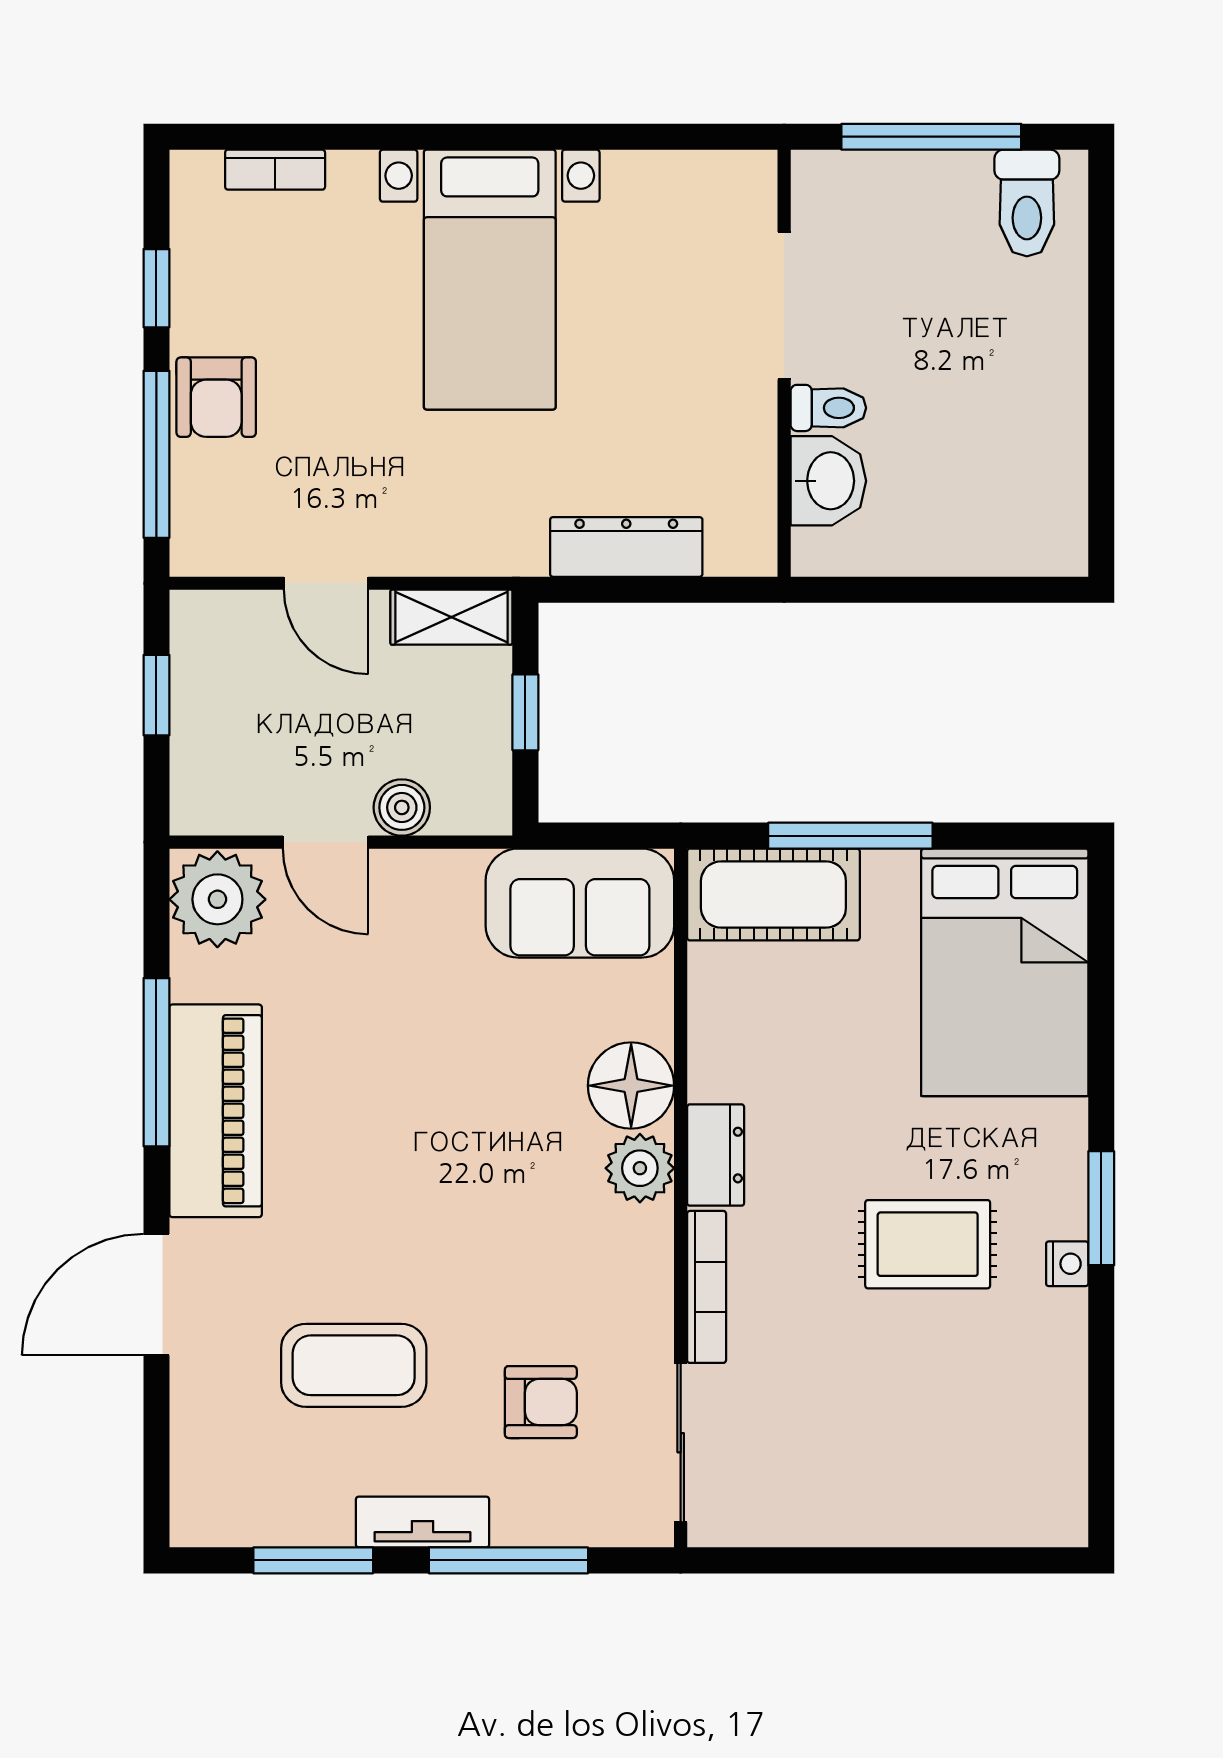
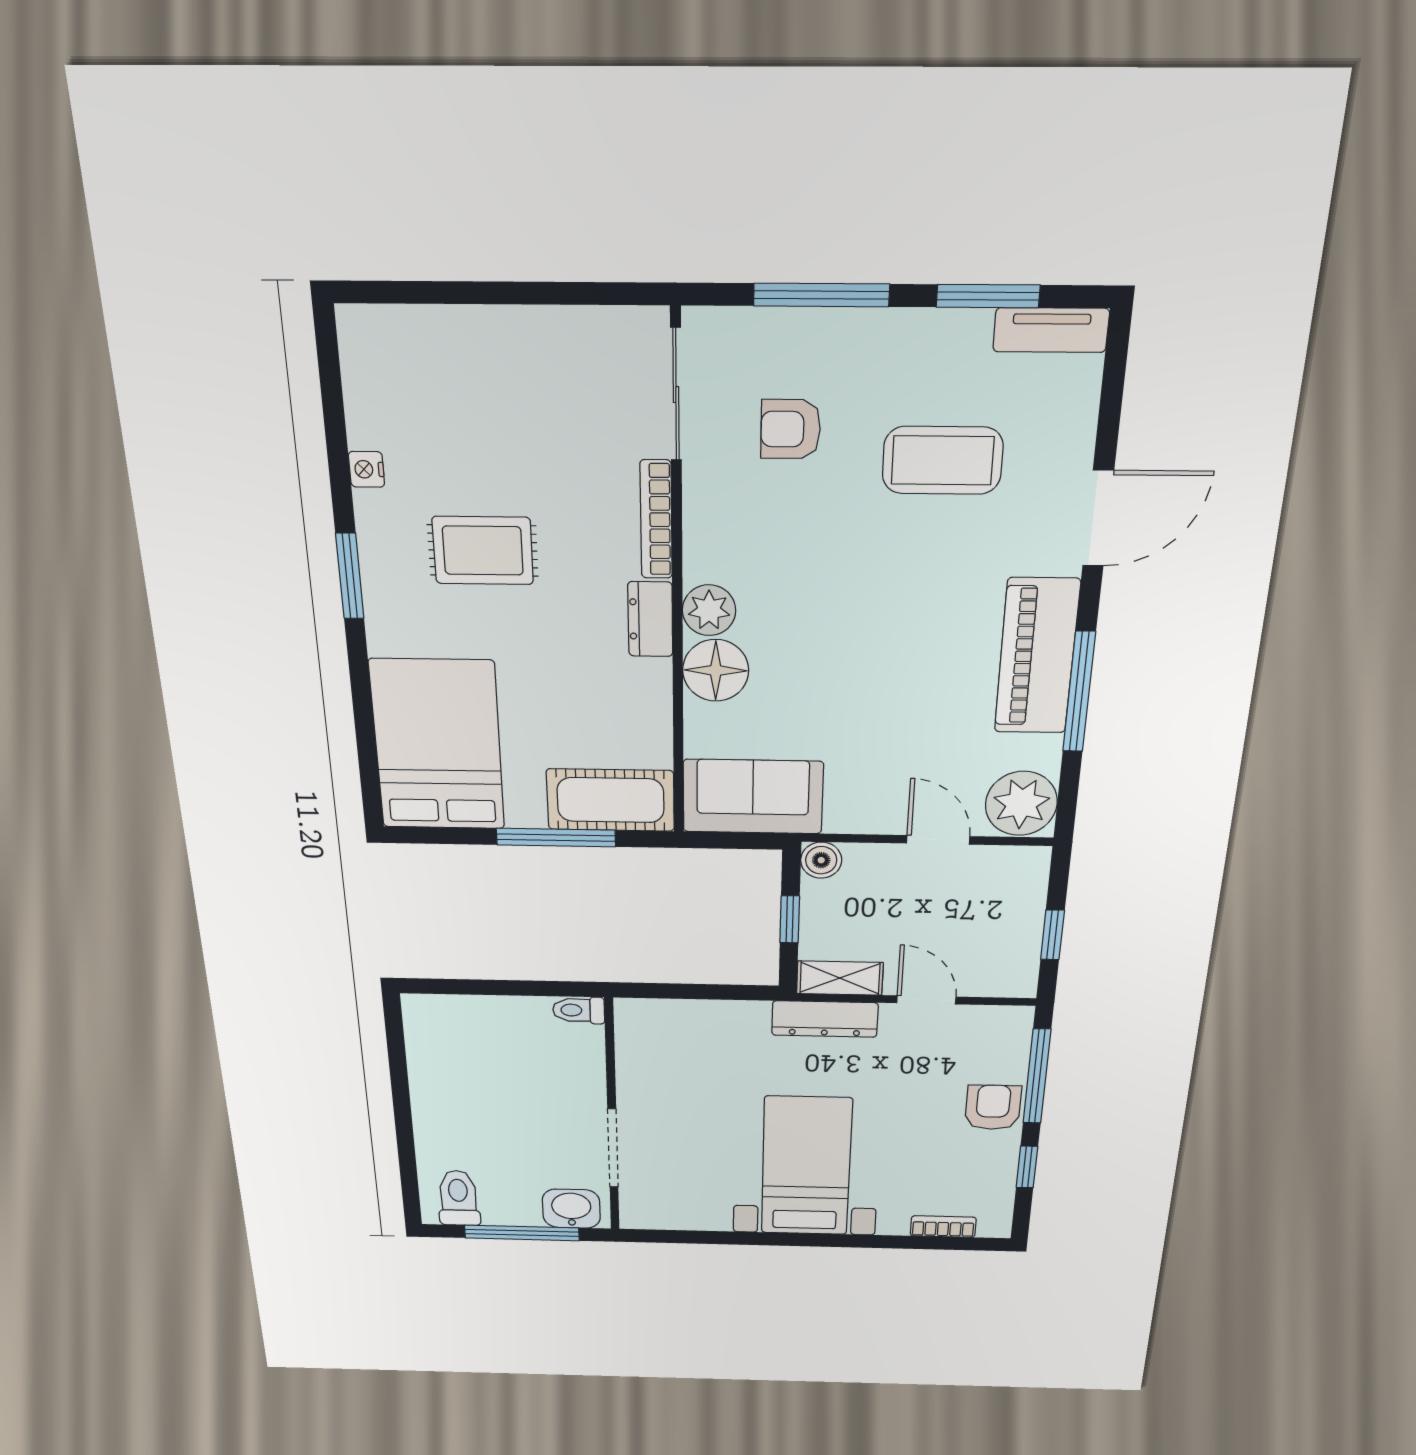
toilet: (828, 408) -> (579, 1010), moved
washbasin: (828, 481) -> (571, 1209), moved, turned 90
dresser: (626, 547) -> (825, 1019), moved
boiler: (402, 807) -> (821, 860), moved
nightstand: (1067, 1264) -> (366, 469), moved
tv unit: (423, 1522) -> (1051, 330), moved

